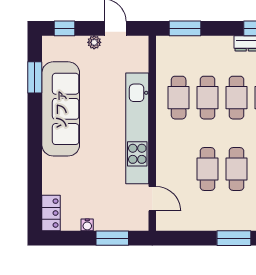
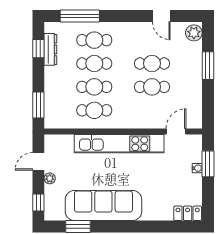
water cooler: (87, 225) -> (197, 168), moved

